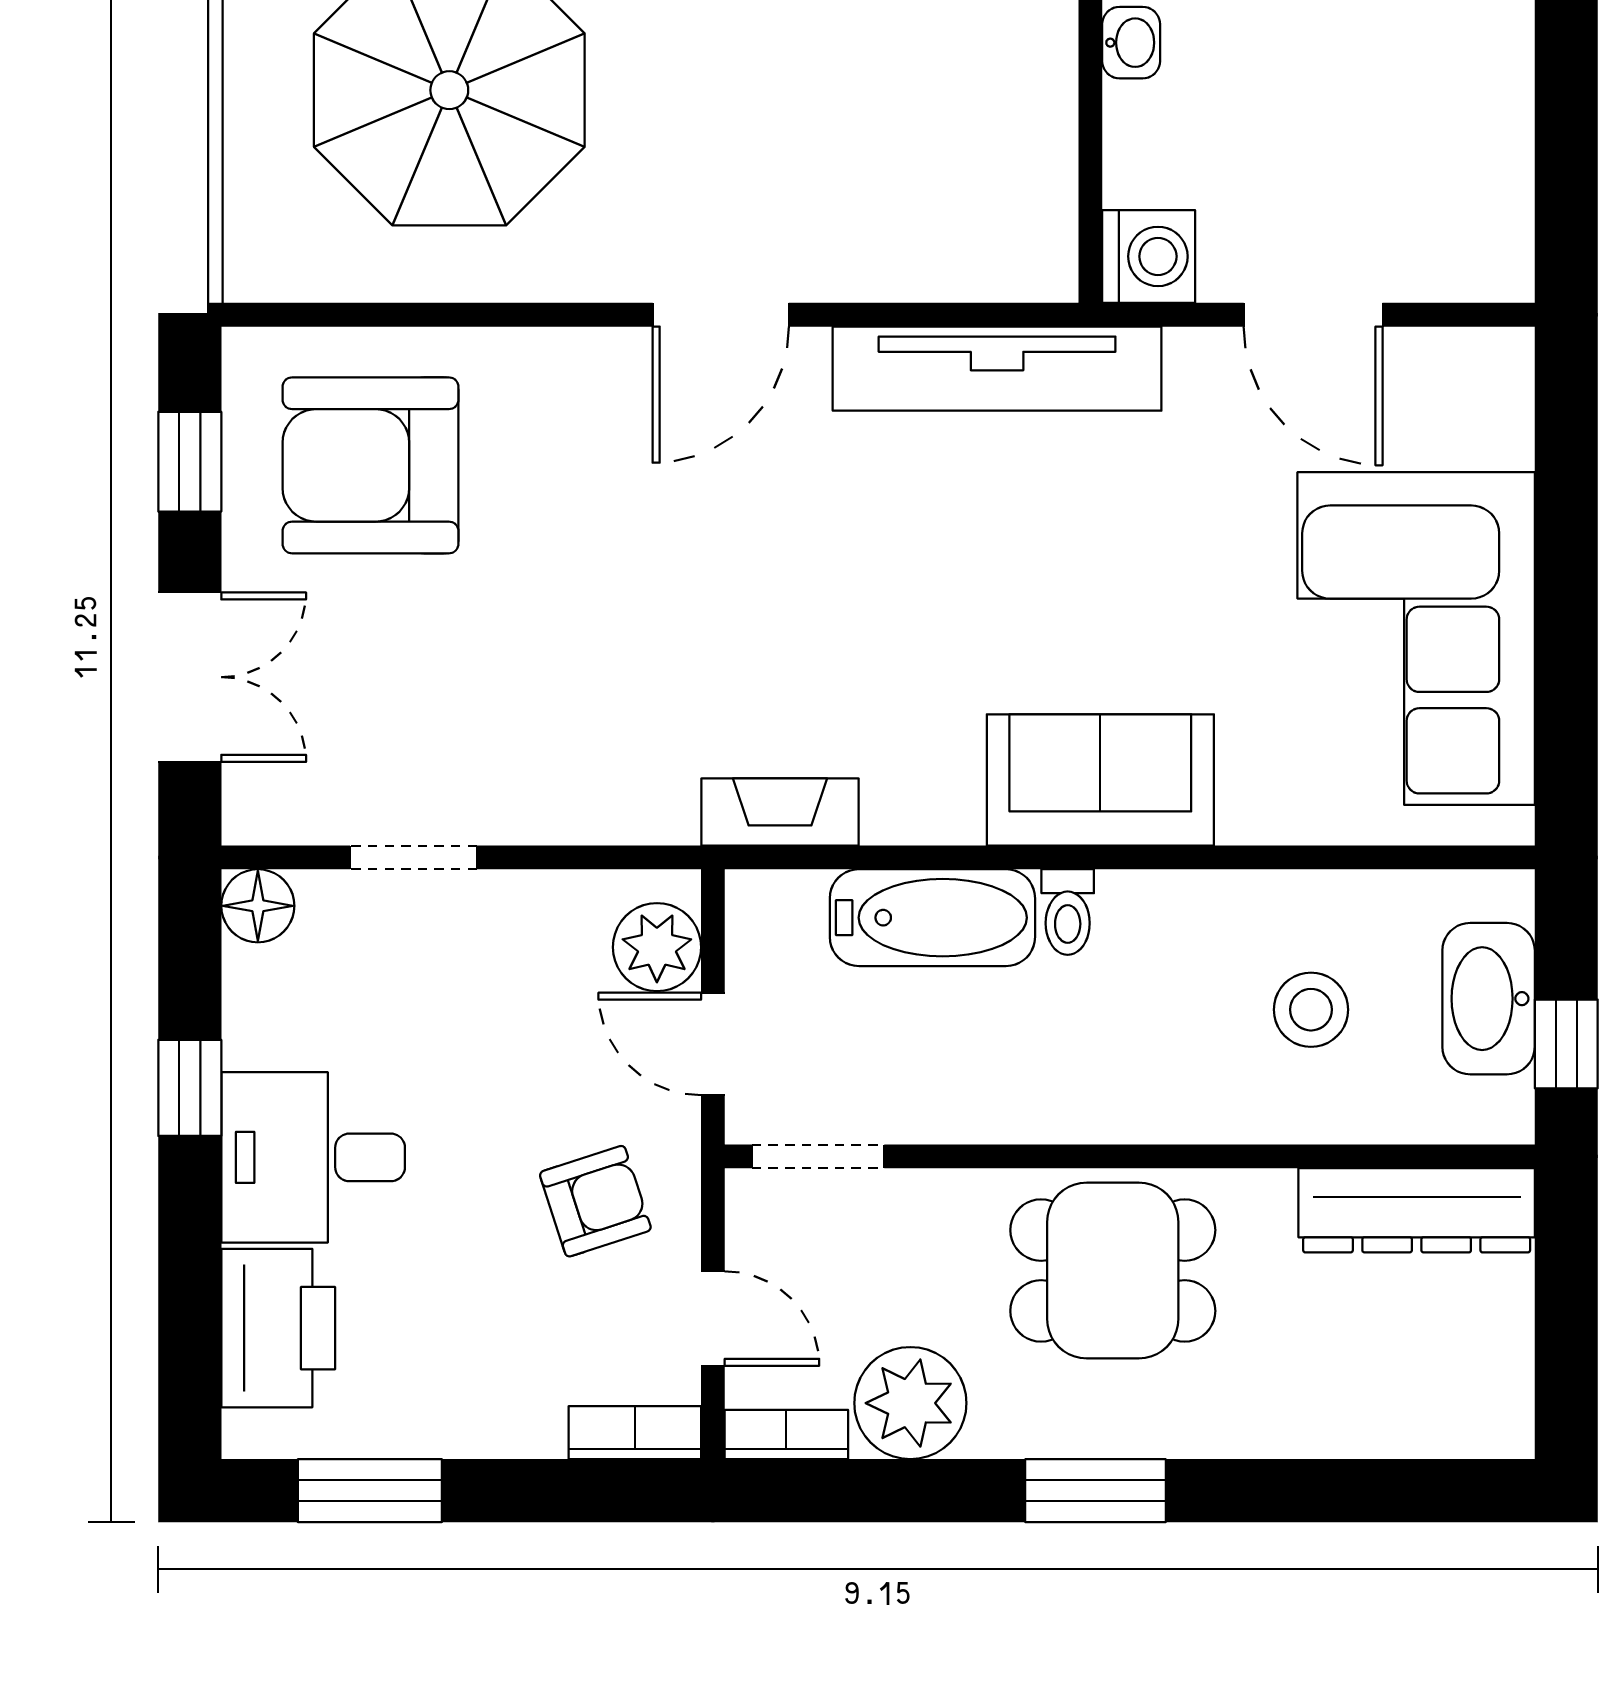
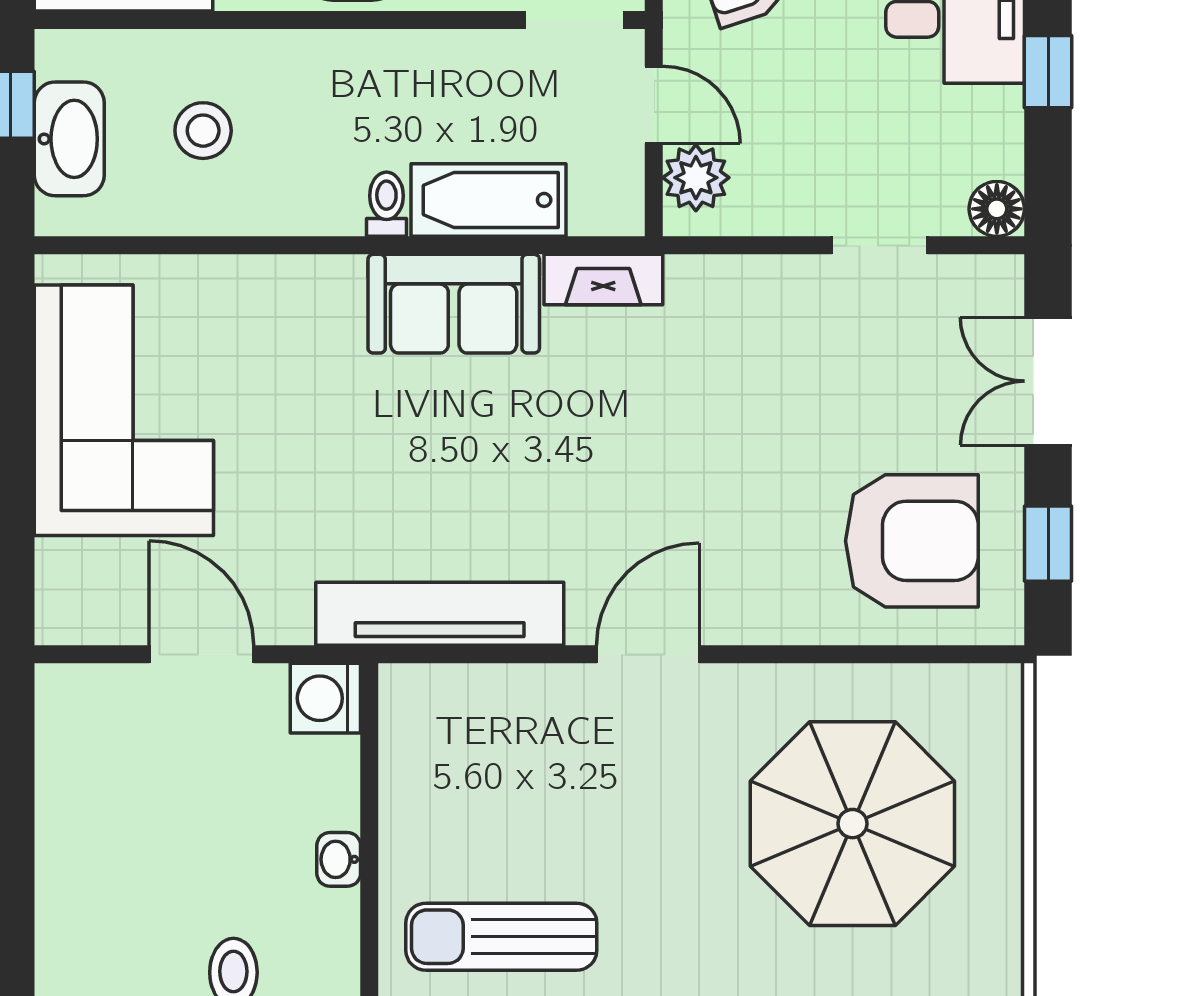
sofa: (1100, 780) -> (454, 304), moved

